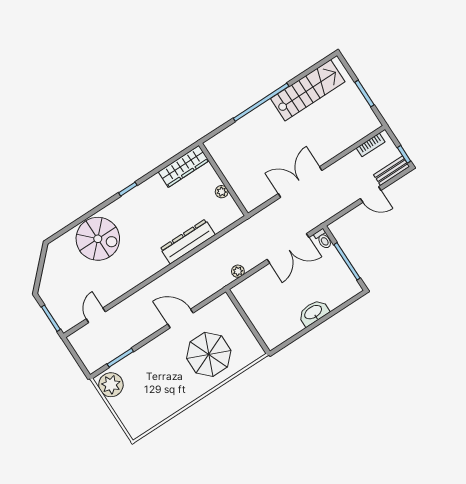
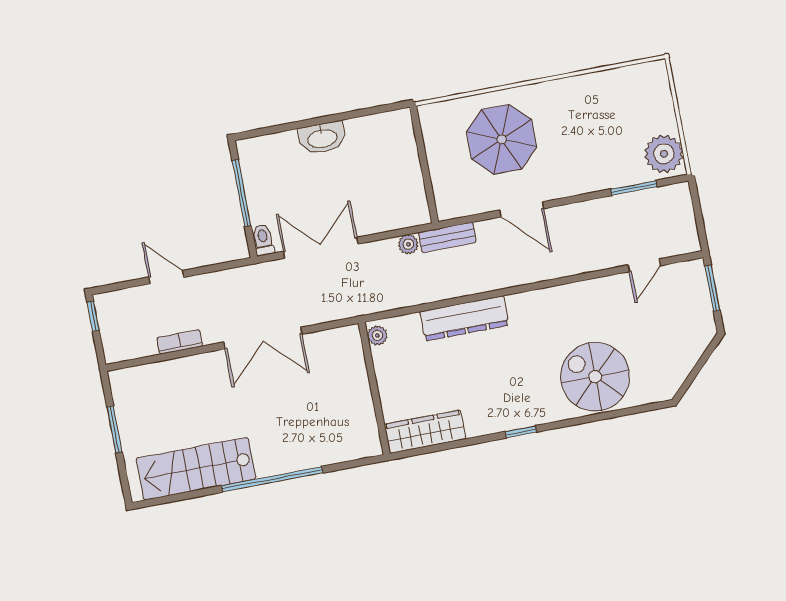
bookcase: (371, 145) -> (180, 342), moved
bench: (392, 171) -> (447, 237), moved
plant: (222, 192) -> (377, 335), moved

